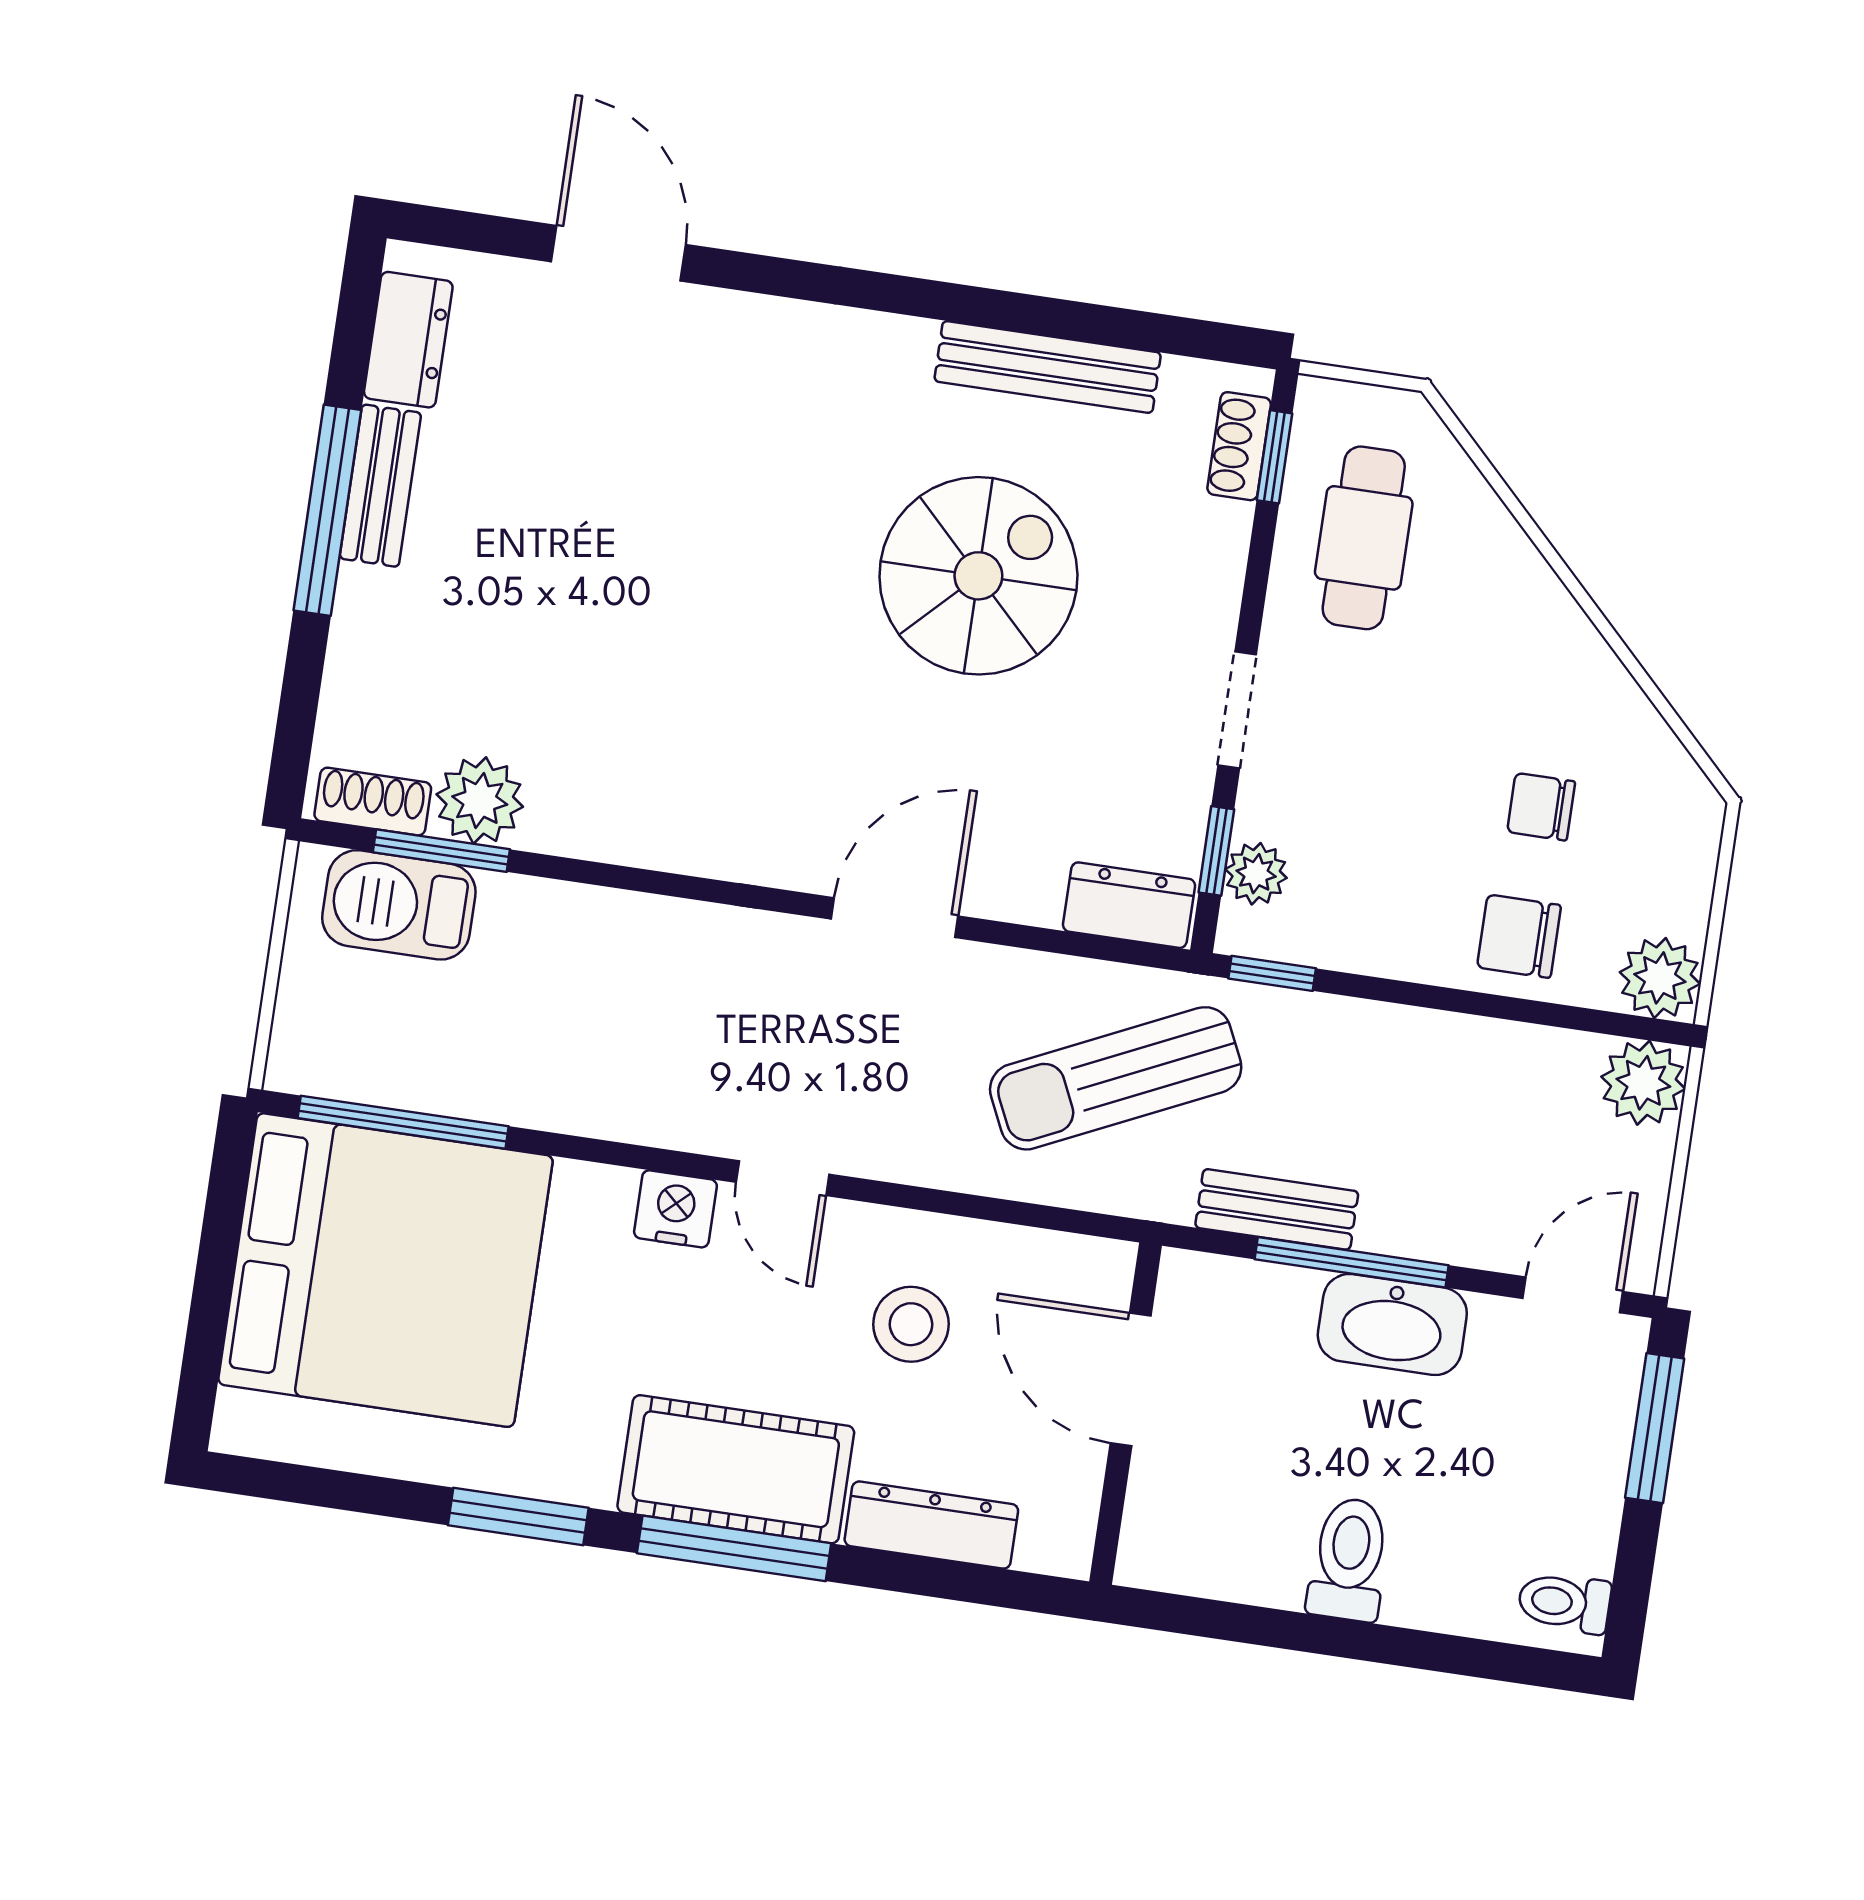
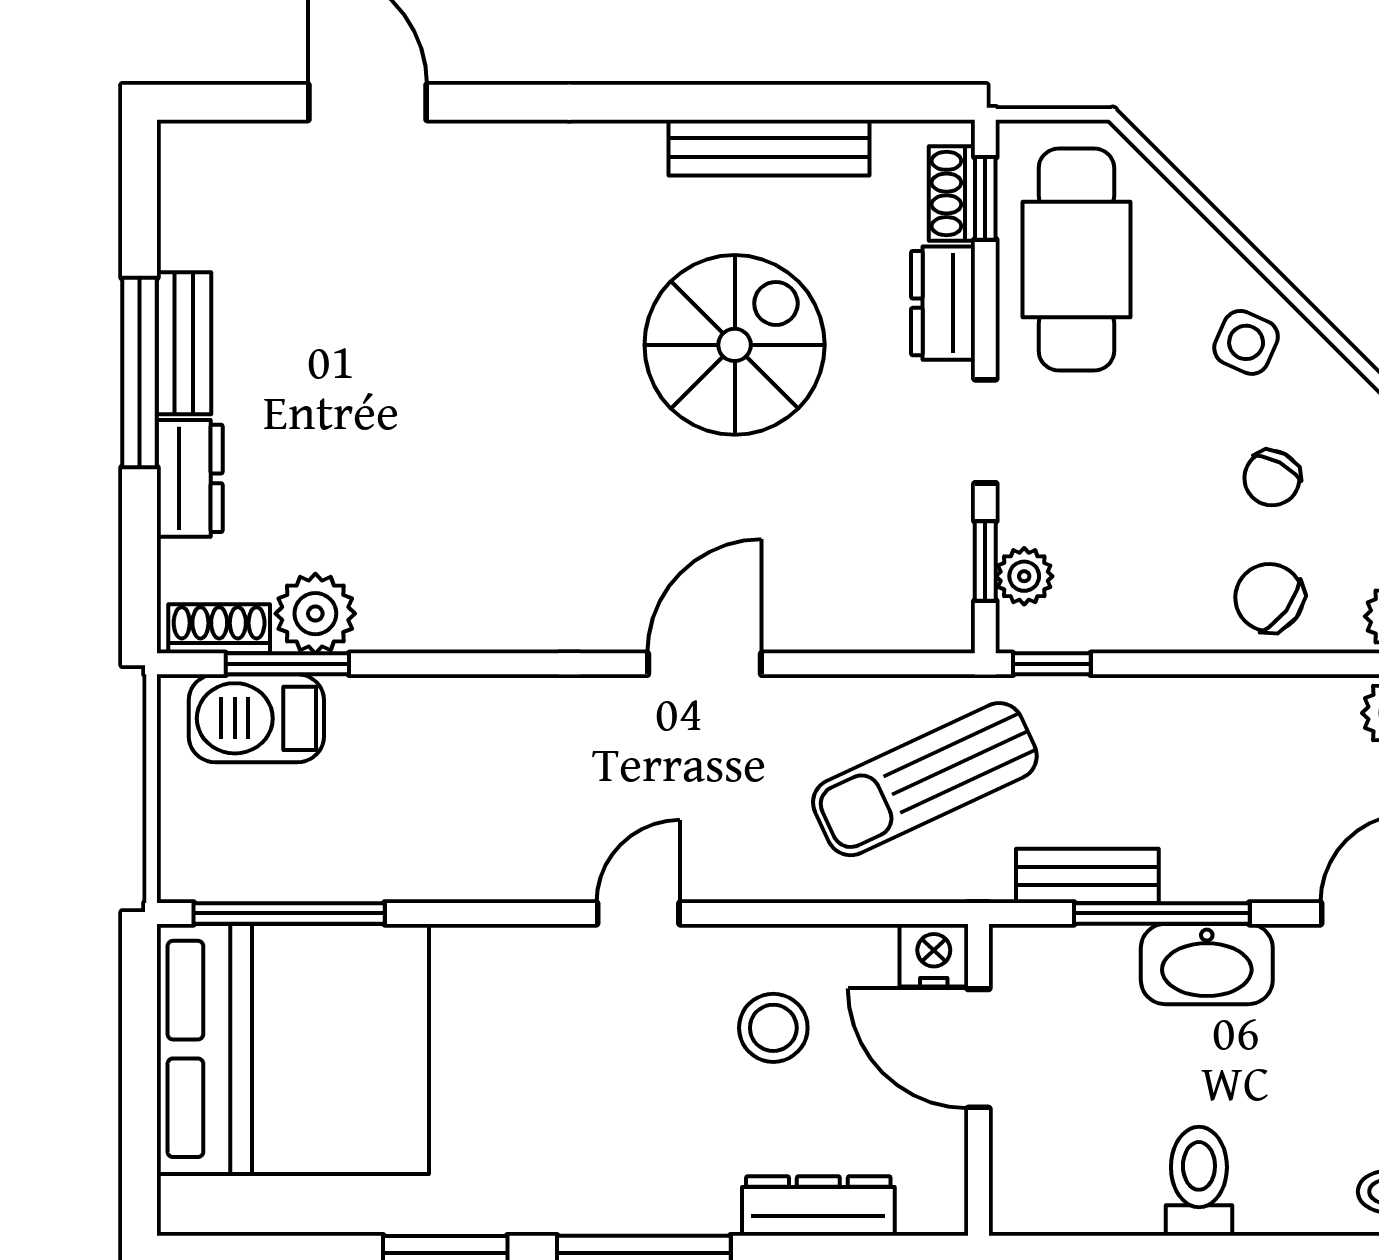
dresser: (408, 340) -> (190, 478), moved
cafe table: (1364, 538) -> (1076, 260), width x1.37, depth x1.35
side table: (1535, 655) -> (1246, 342), added
chair: (1541, 807) -> (1272, 478), turned -62
dresser: (1129, 905) -> (943, 303), moved, turned -90
chair: (1519, 936) -> (1269, 598), turned 37
door: (783, 1178) -> (638, 913), swing flipped
nightstand: (675, 1209) -> (934, 955), moved
cot: (736, 1469) -> (635, 1182), removed

